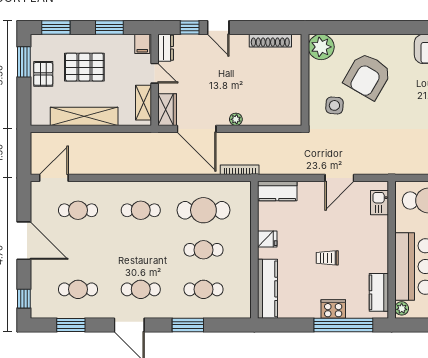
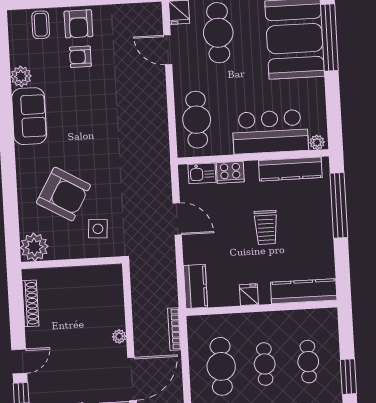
trolley: (327, 258) -> (266, 227), width x1.36, depth x1.39
kitchen counter: (379, 292) -> (290, 169), width x1.50
cooker: (333, 309) -> (230, 172), moved, turned -90

